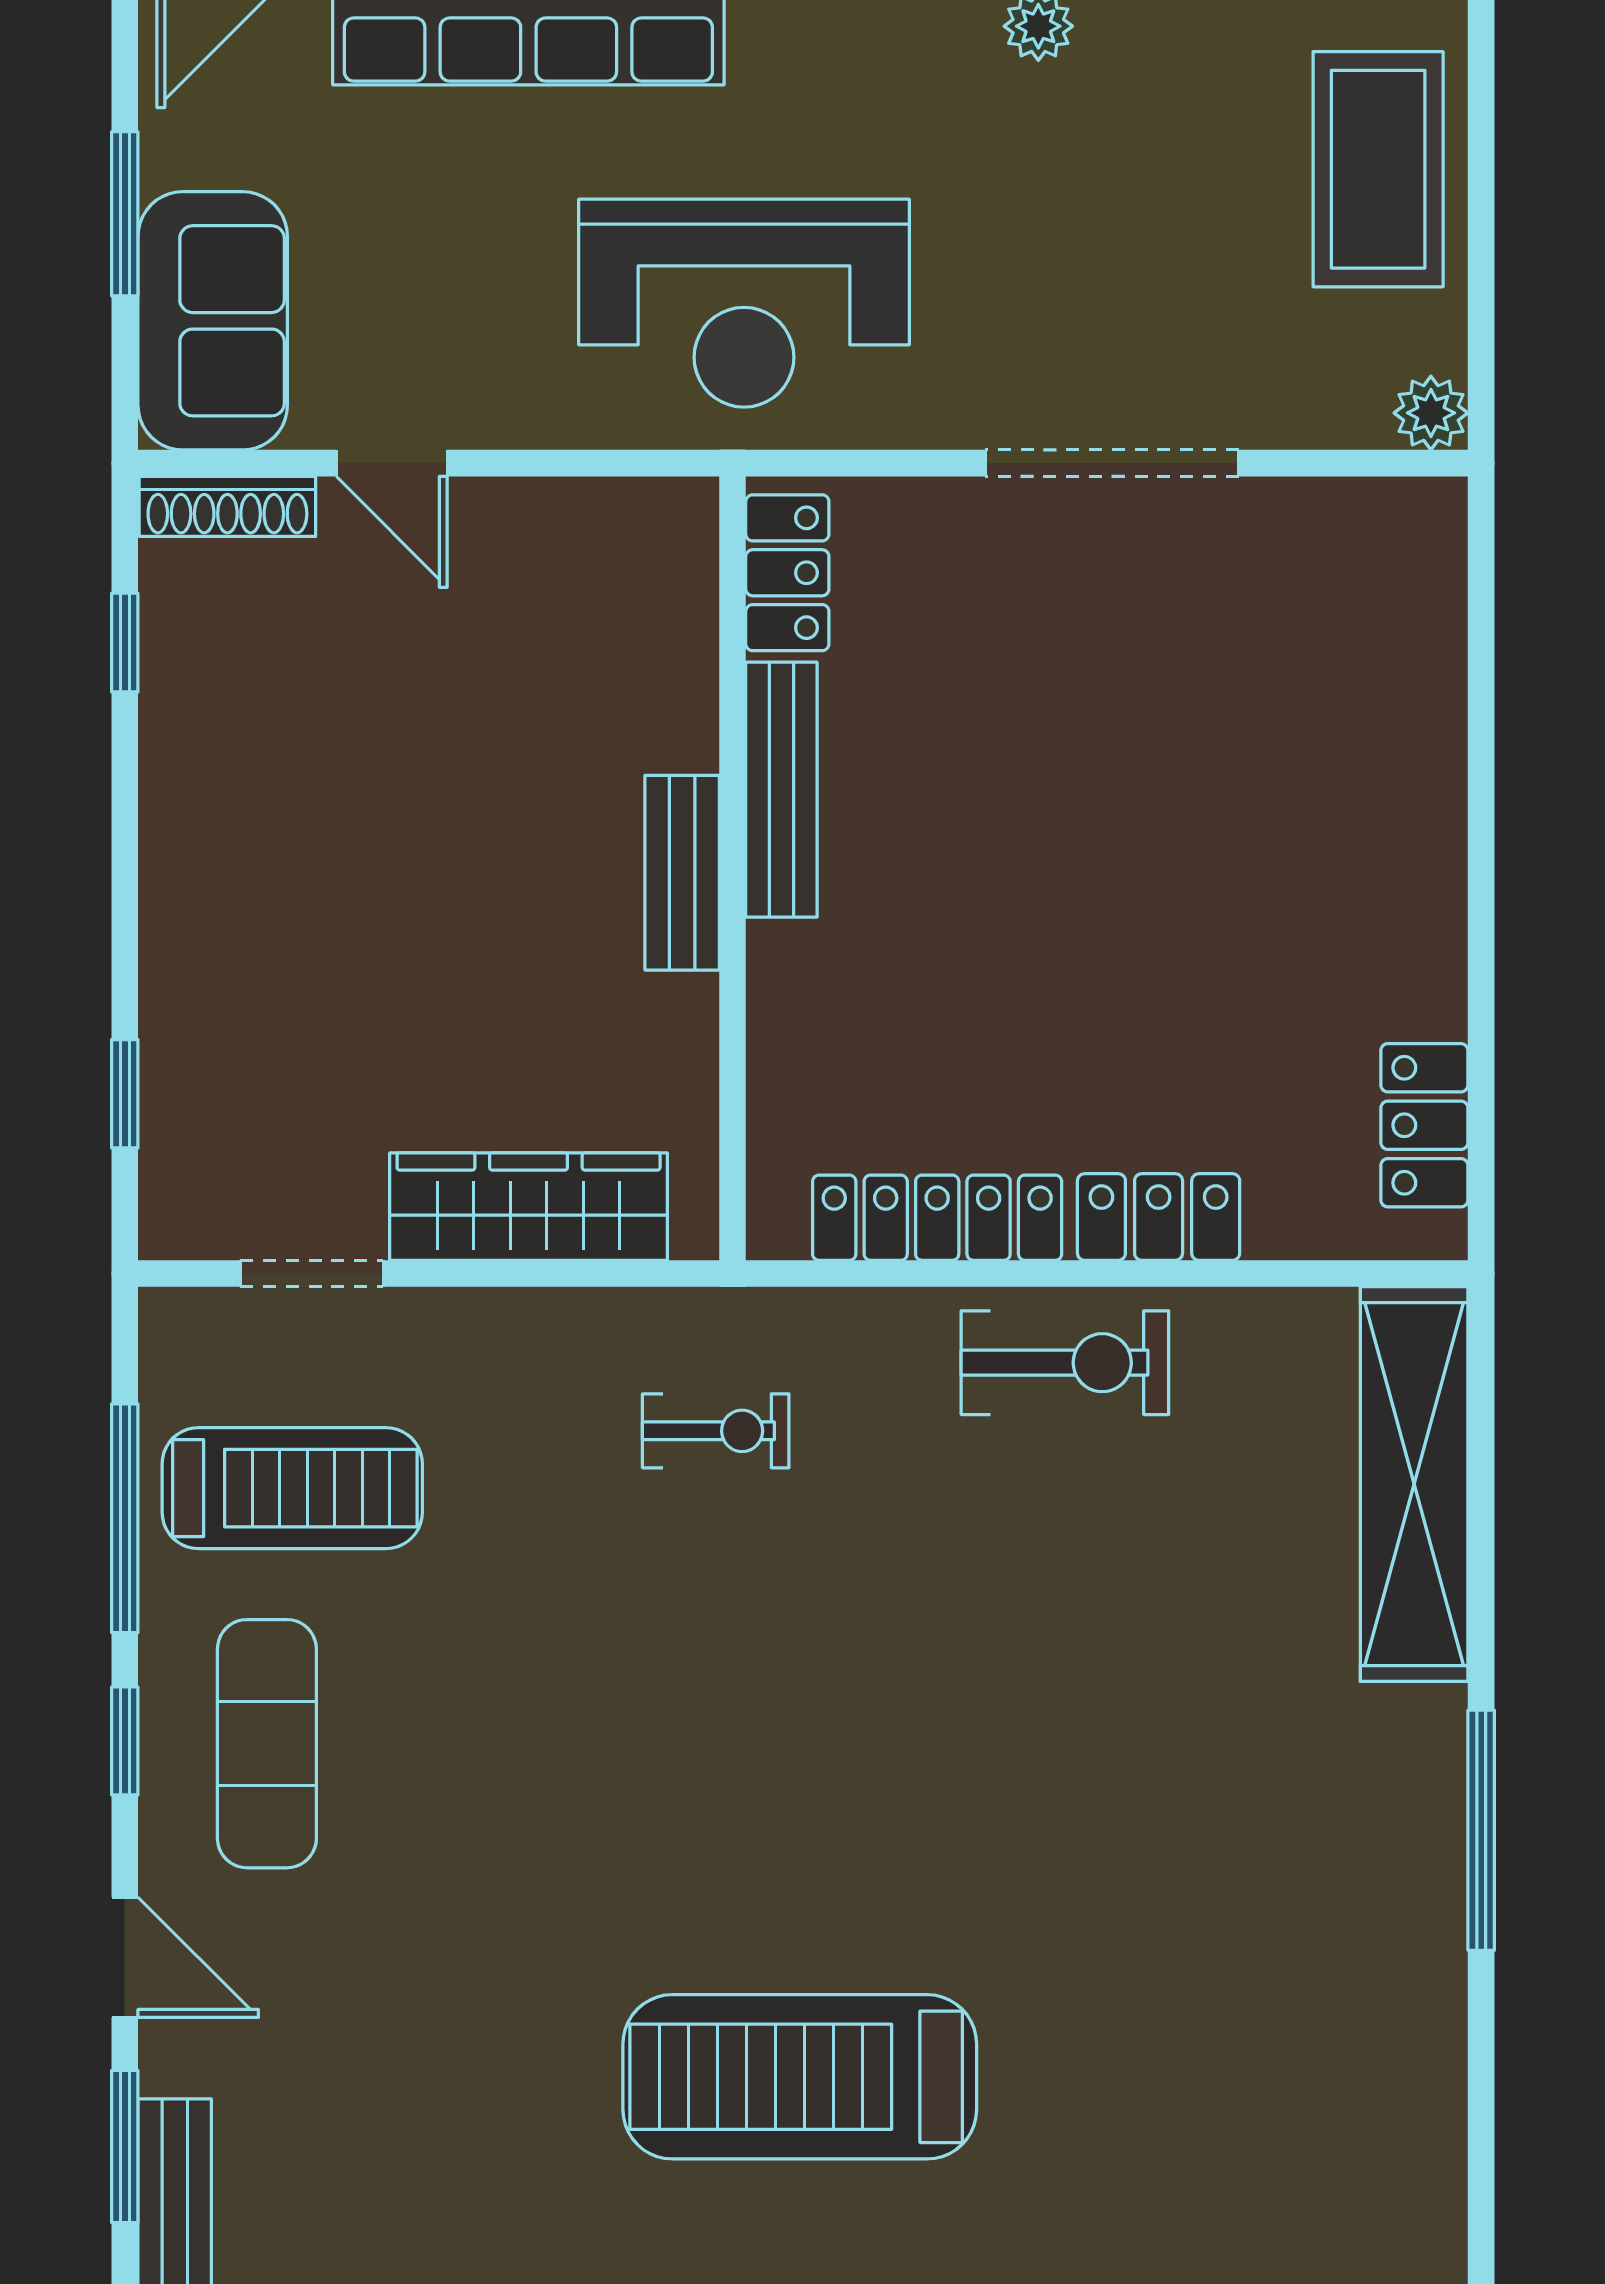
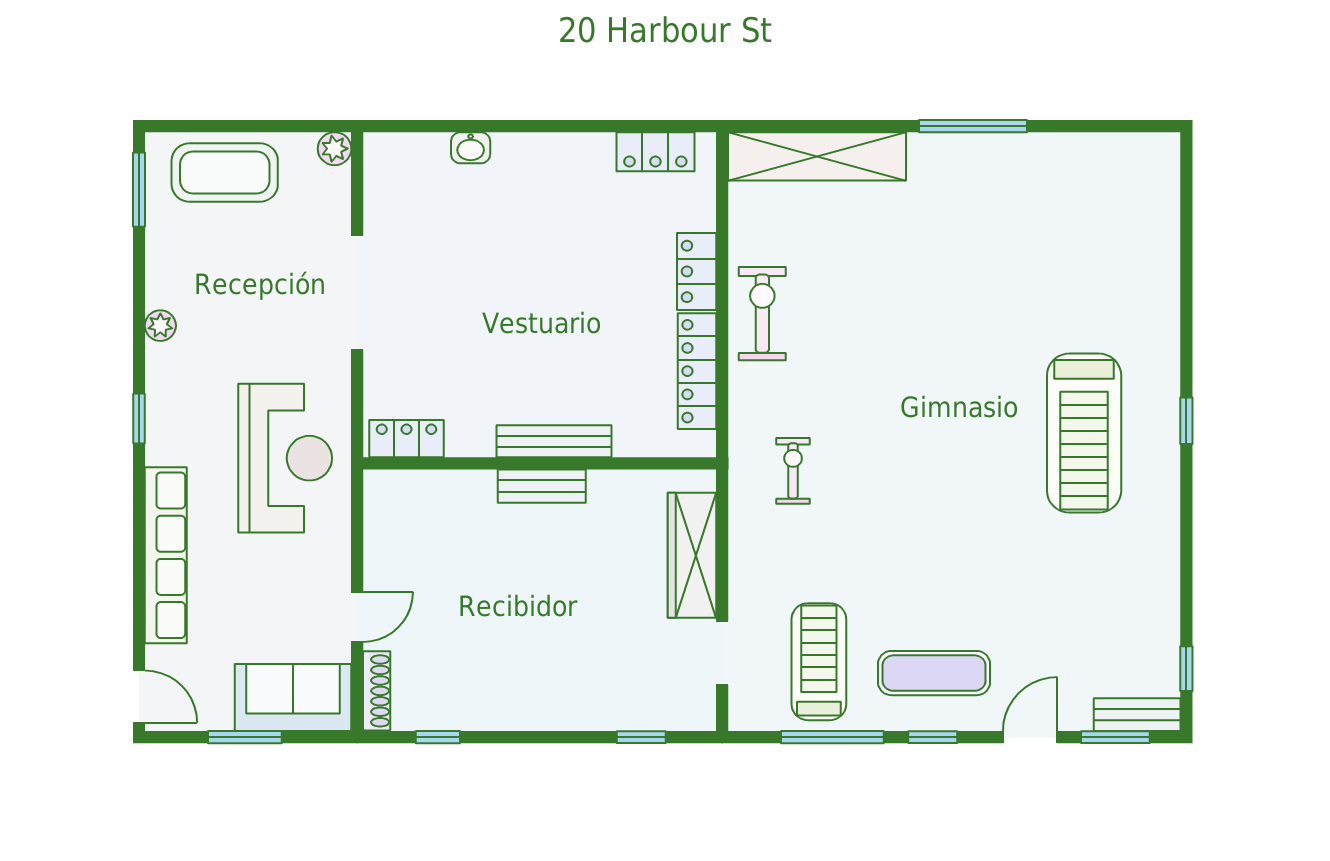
washbasin: (1433, 715) -> (471, 148), added
bench: (781, 790) -> (554, 441), moved

